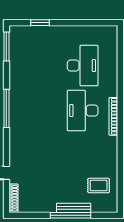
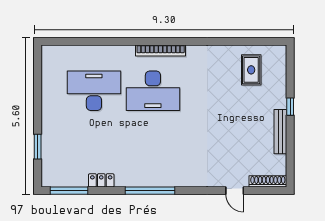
locker: (14, 71) -> (101, 180), added
bench: (74, 208) -> (280, 132), moved
window: (71, 215) -> (290, 107), width x0.32

